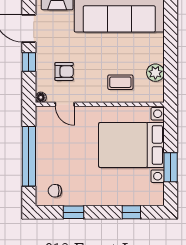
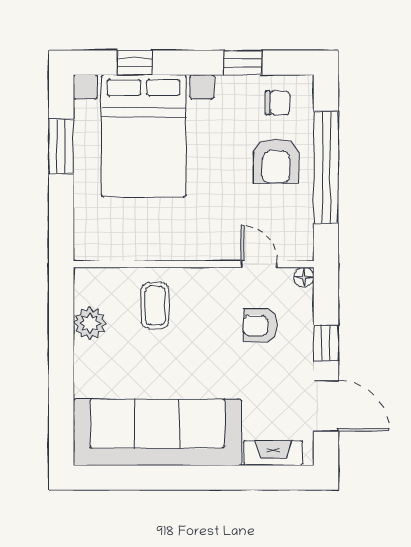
coffee table: (120, 82) -> (155, 305), turned 90
bed with nightstands: (131, 145) -> (144, 136), moved, turned 90
armchair: (56, 160) -> (276, 161), added

